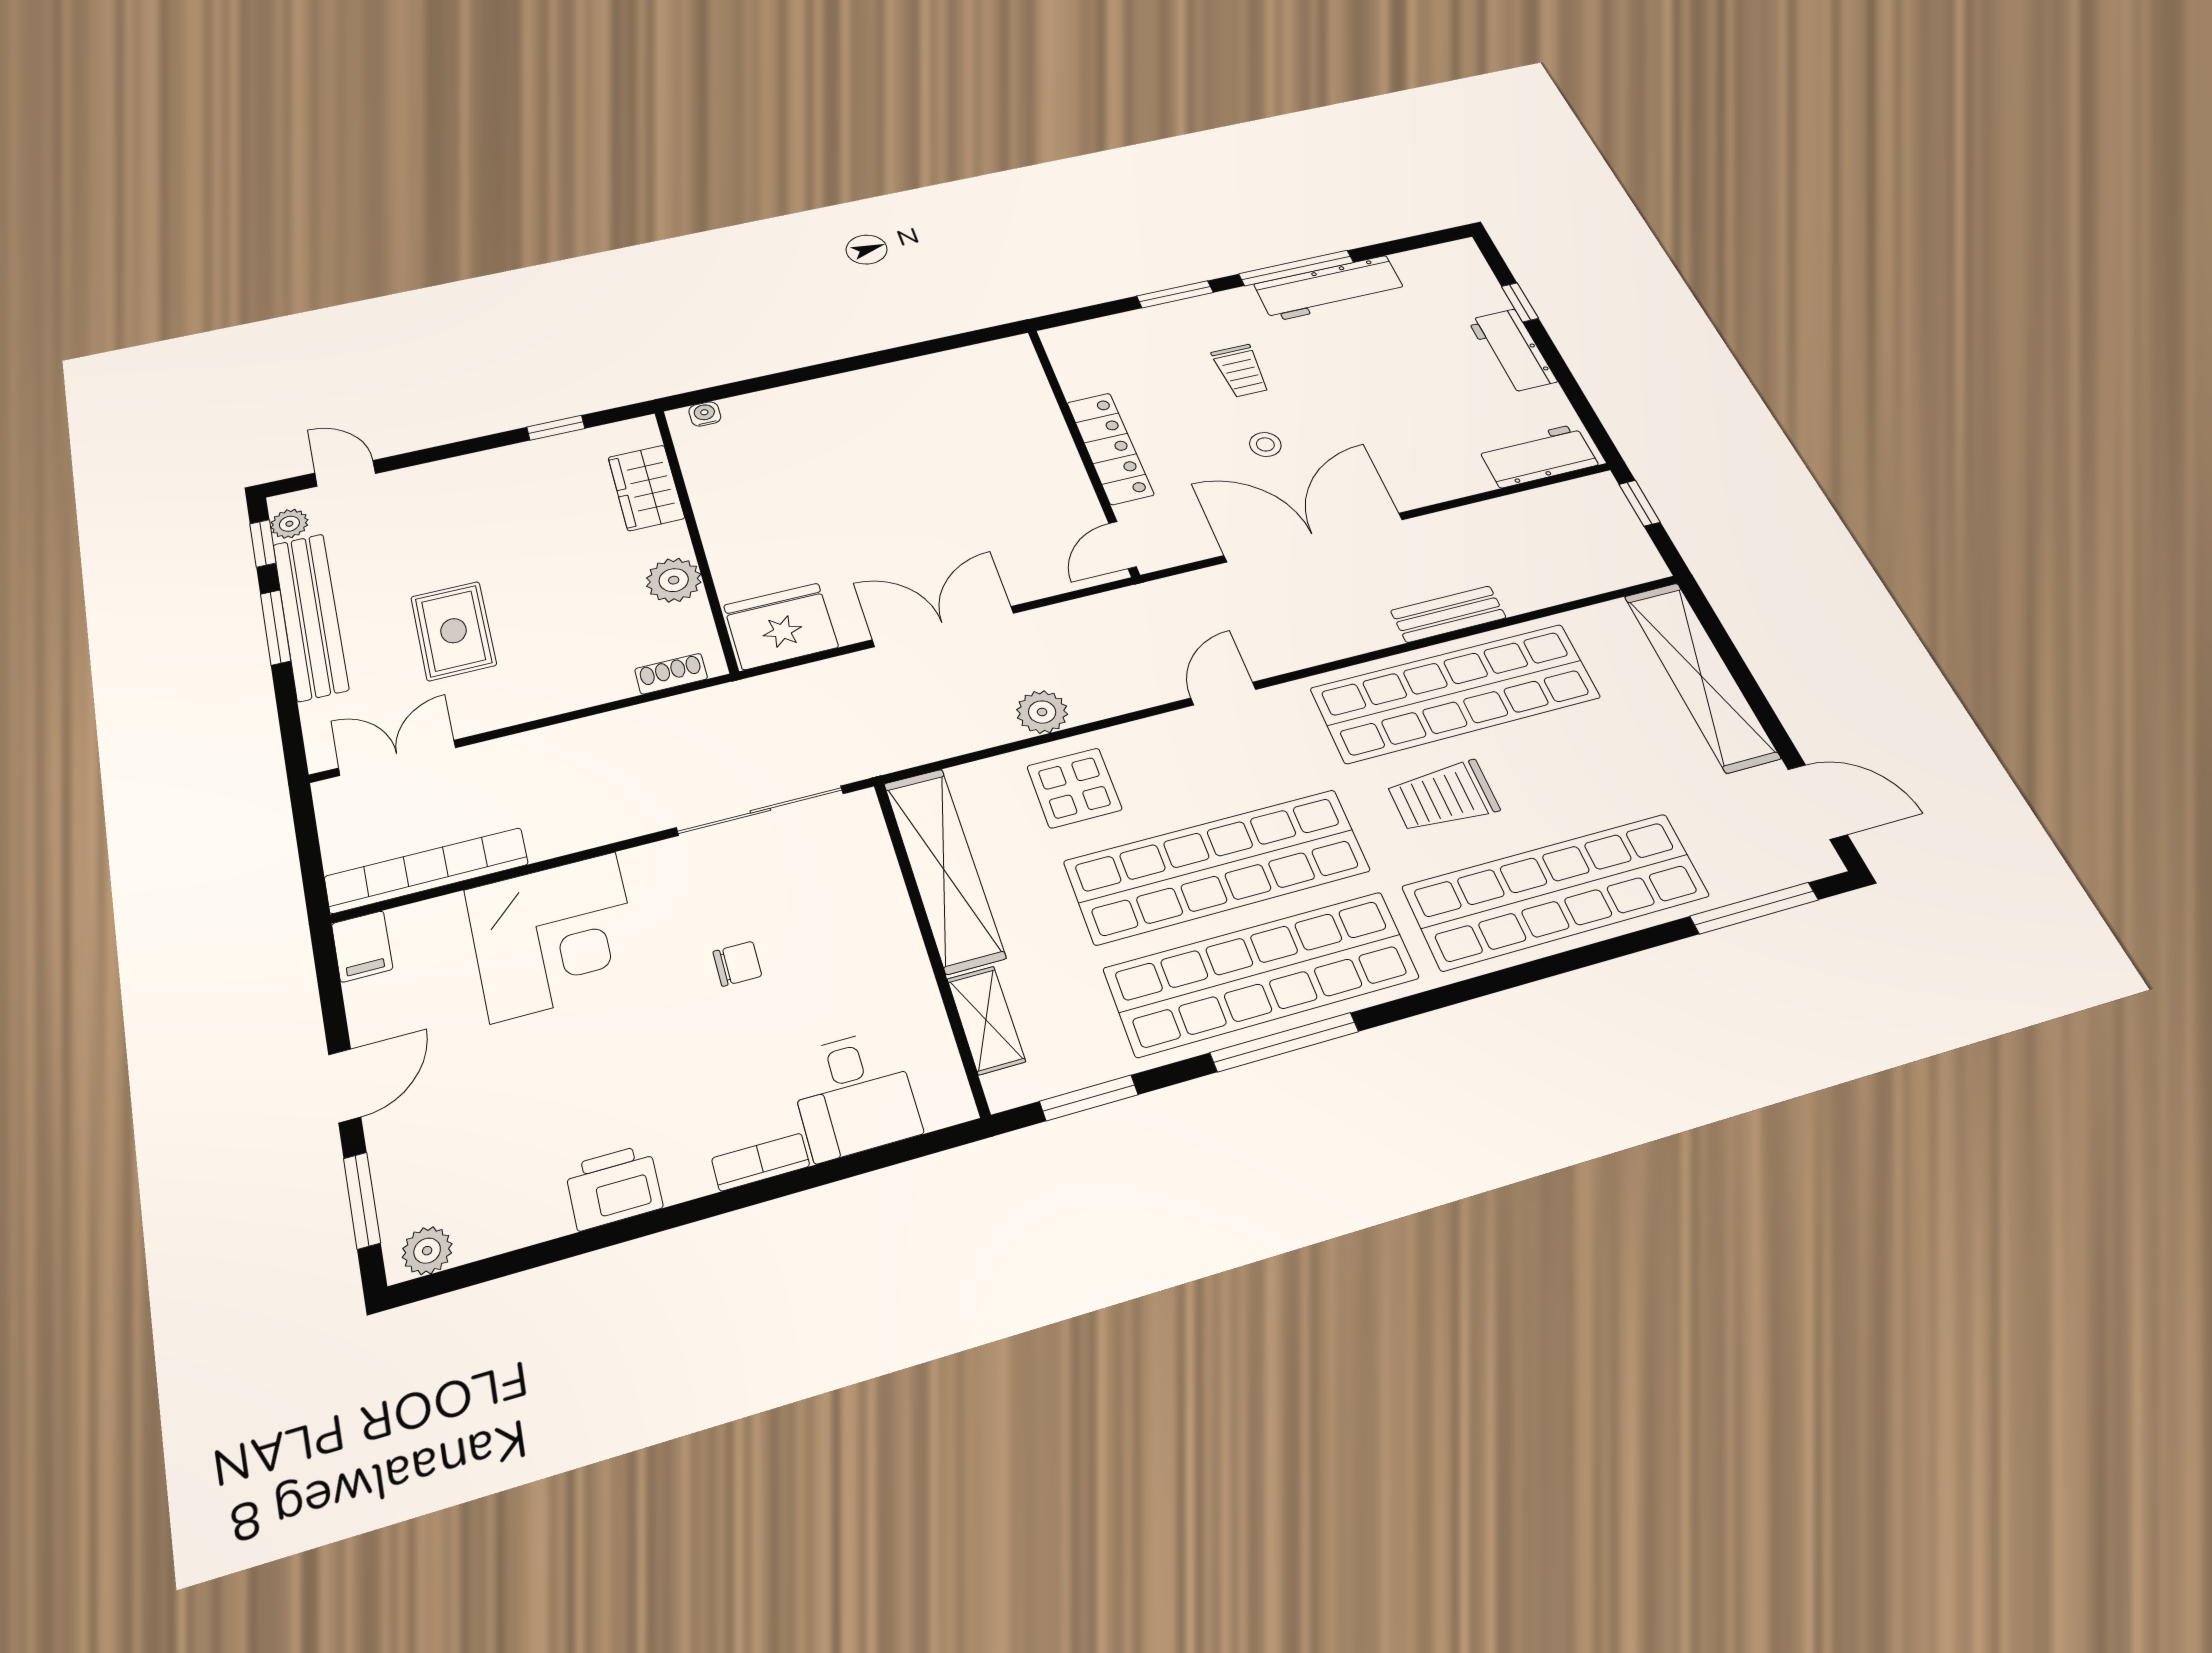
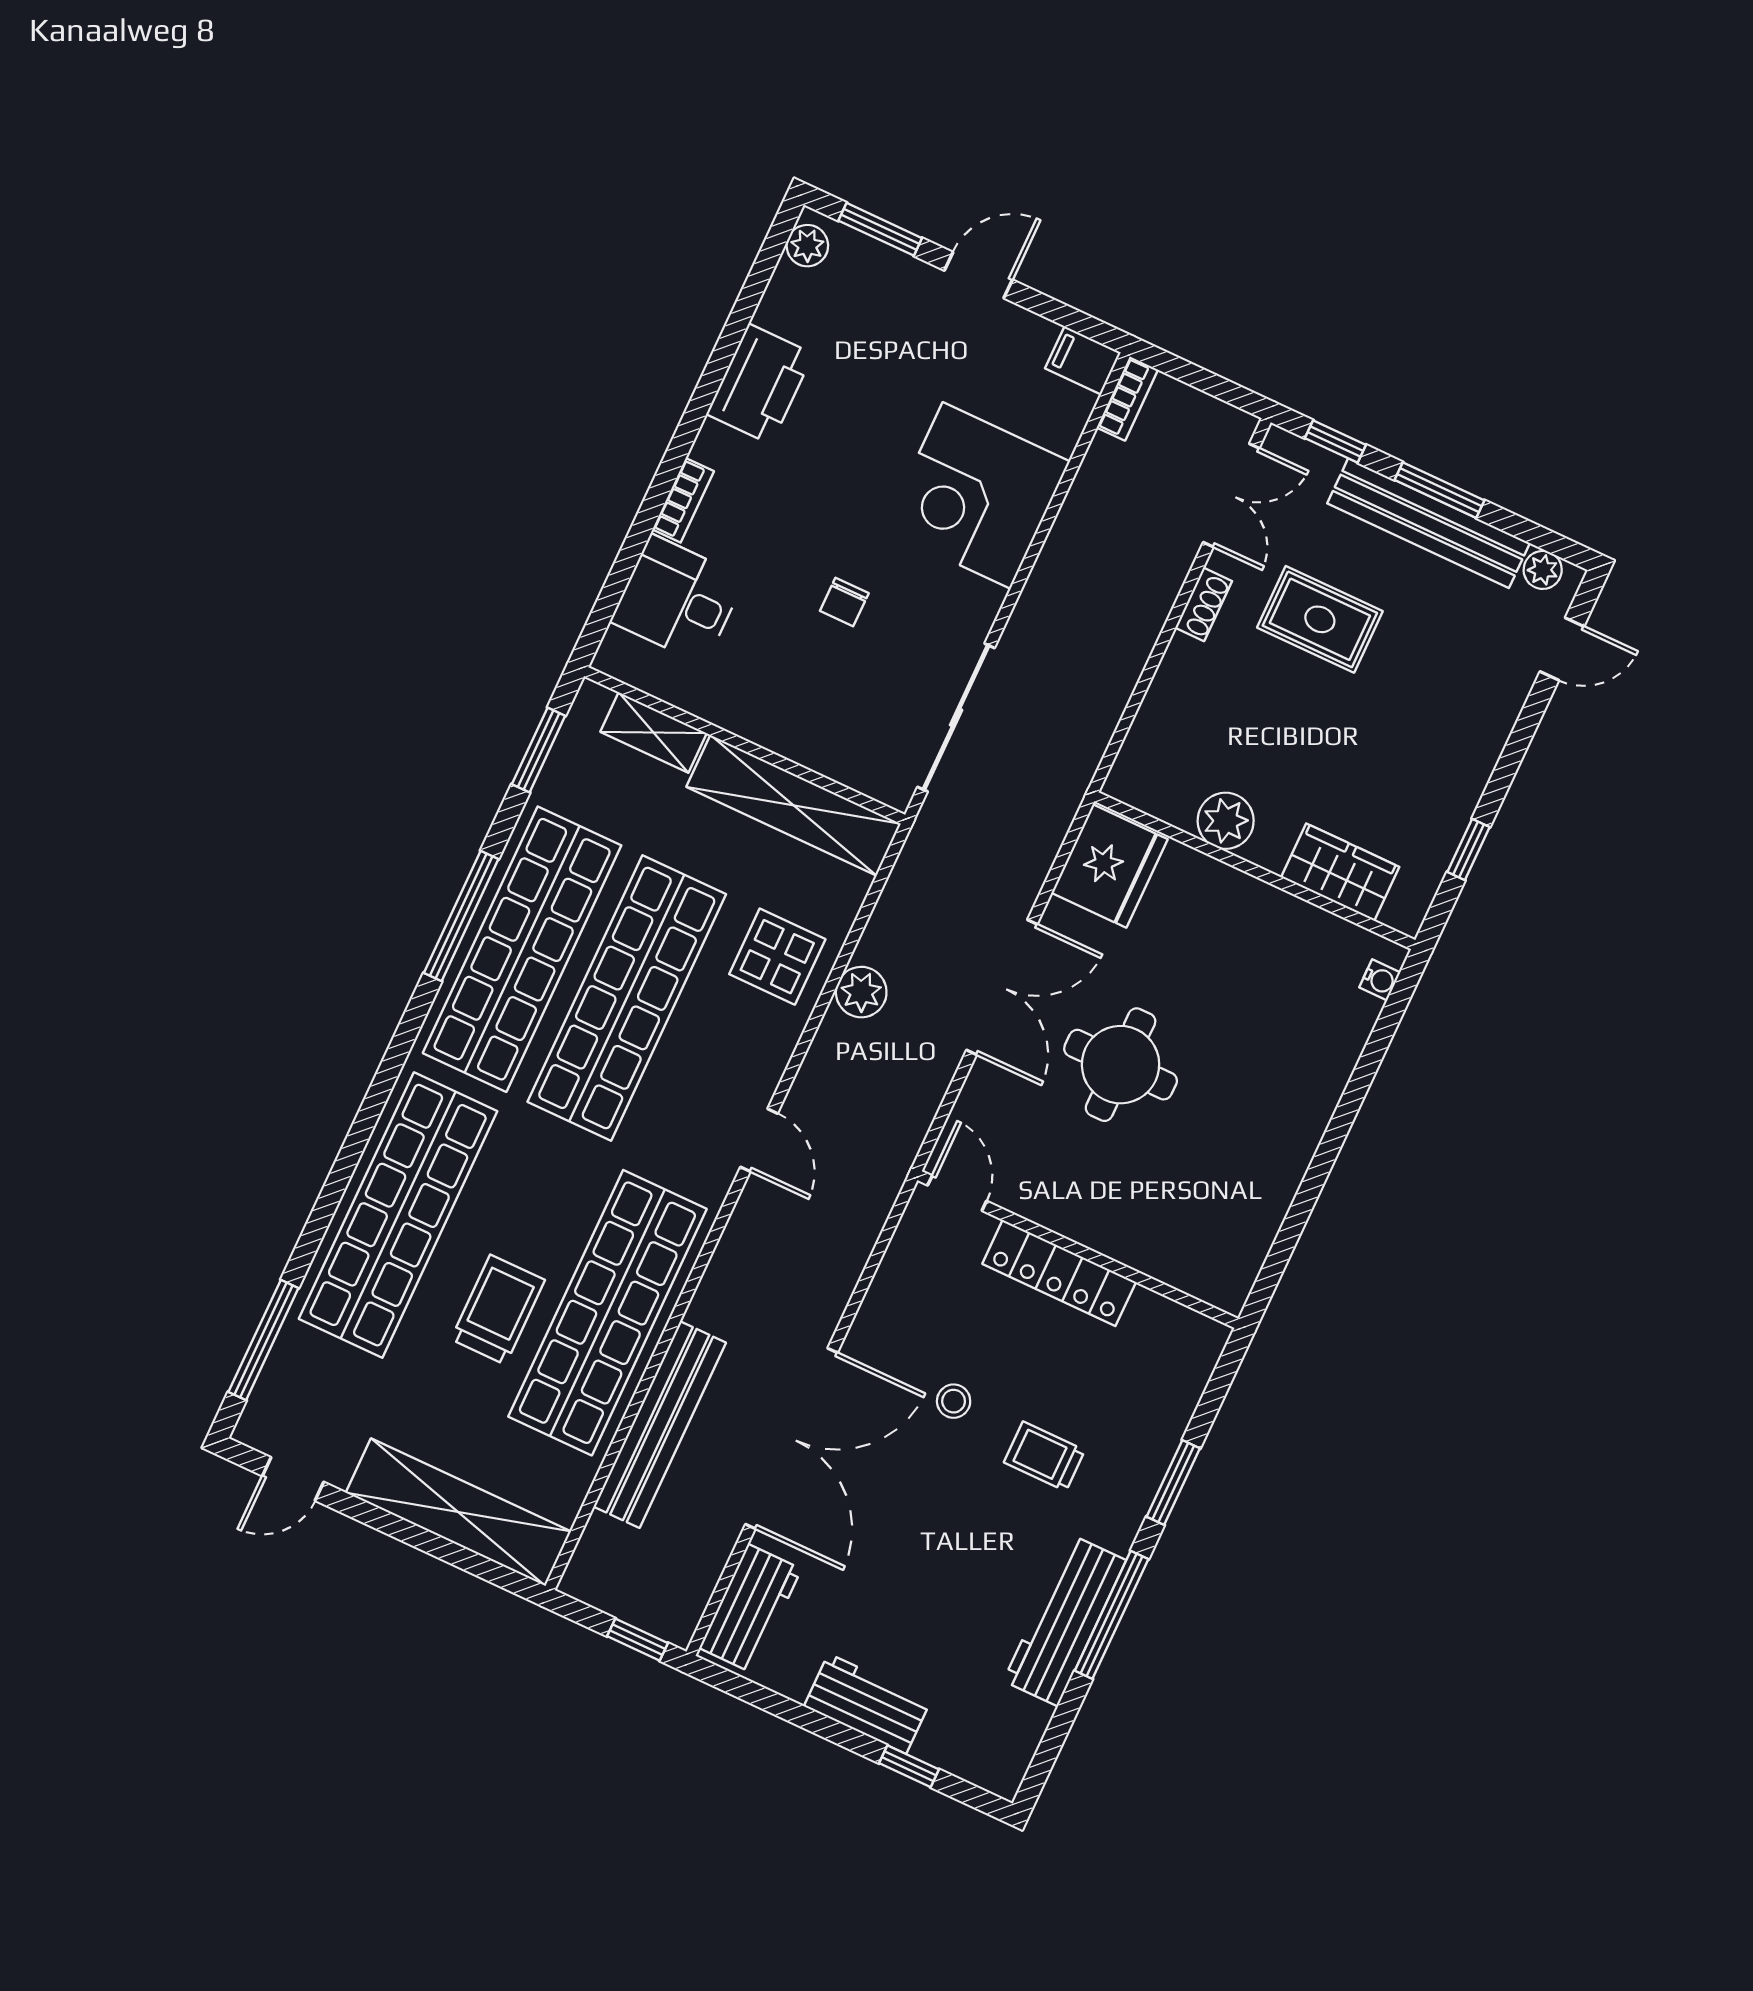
round table: (924, 516) -> (1121, 1065), added
double door: (1314, 537) -> (791, 1438), moved
window: (263, 543) -> (1335, 442), moved
bench: (1448, 614) -> (660, 1425), width x1.86, depth x1.21
shoe rack: (671, 674) -> (1204, 604), moved
trolley: (1443, 796) -> (498, 1310), moved
door: (1818, 802) -> (293, 1479), width x0.73
bookcase: (427, 870) -> (1127, 399), width x0.43, depth x0.76
door: (345, 1086) -> (978, 275), swing flipped
printer: (614, 1187) -> (760, 384), width x1.37, depth x1.19

